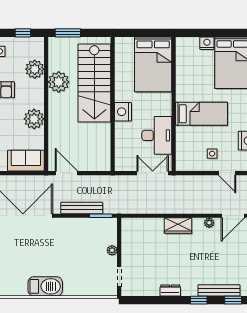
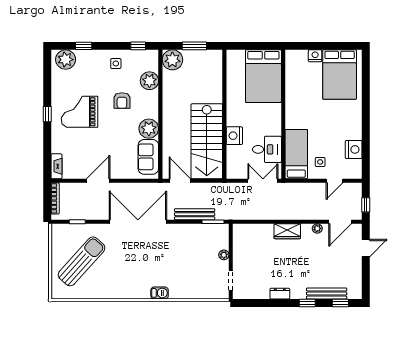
window: (68, 33) -> (194, 46), moved
plant: (59, 82) -> (172, 60), moved
stairs: (94, 83) -> (207, 141), moved
nightstand: (123, 112) -> (234, 136), moved
bed: (202, 114) -> (296, 154), moved, turned -90
desk: (157, 135) -> (267, 149), width x0.73
sofa: (26, 161) -> (148, 157), moved, turned -90
door: (227, 173) -> (335, 181), hinge flipped
barbecue: (45, 286) -> (160, 293), width x0.53, depth x0.65

